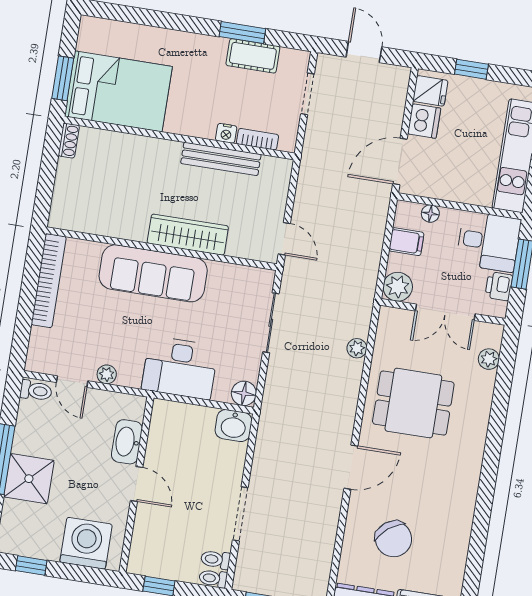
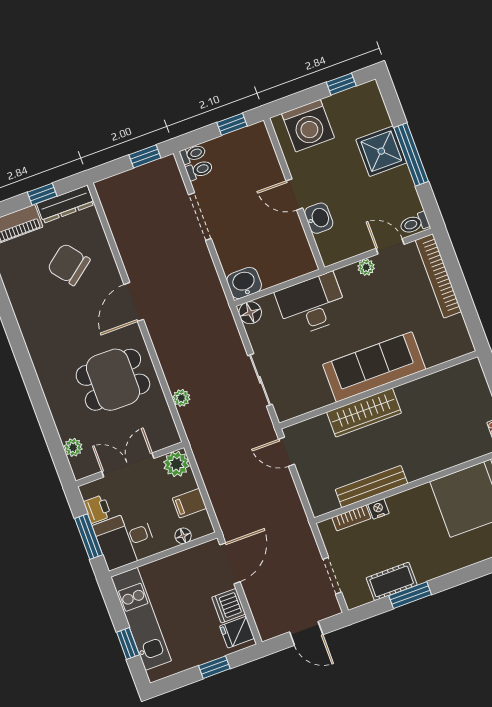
bookcase: (49, 281) -> (438, 276), moved
washbasin: (127, 442) -> (319, 218), width x0.72

